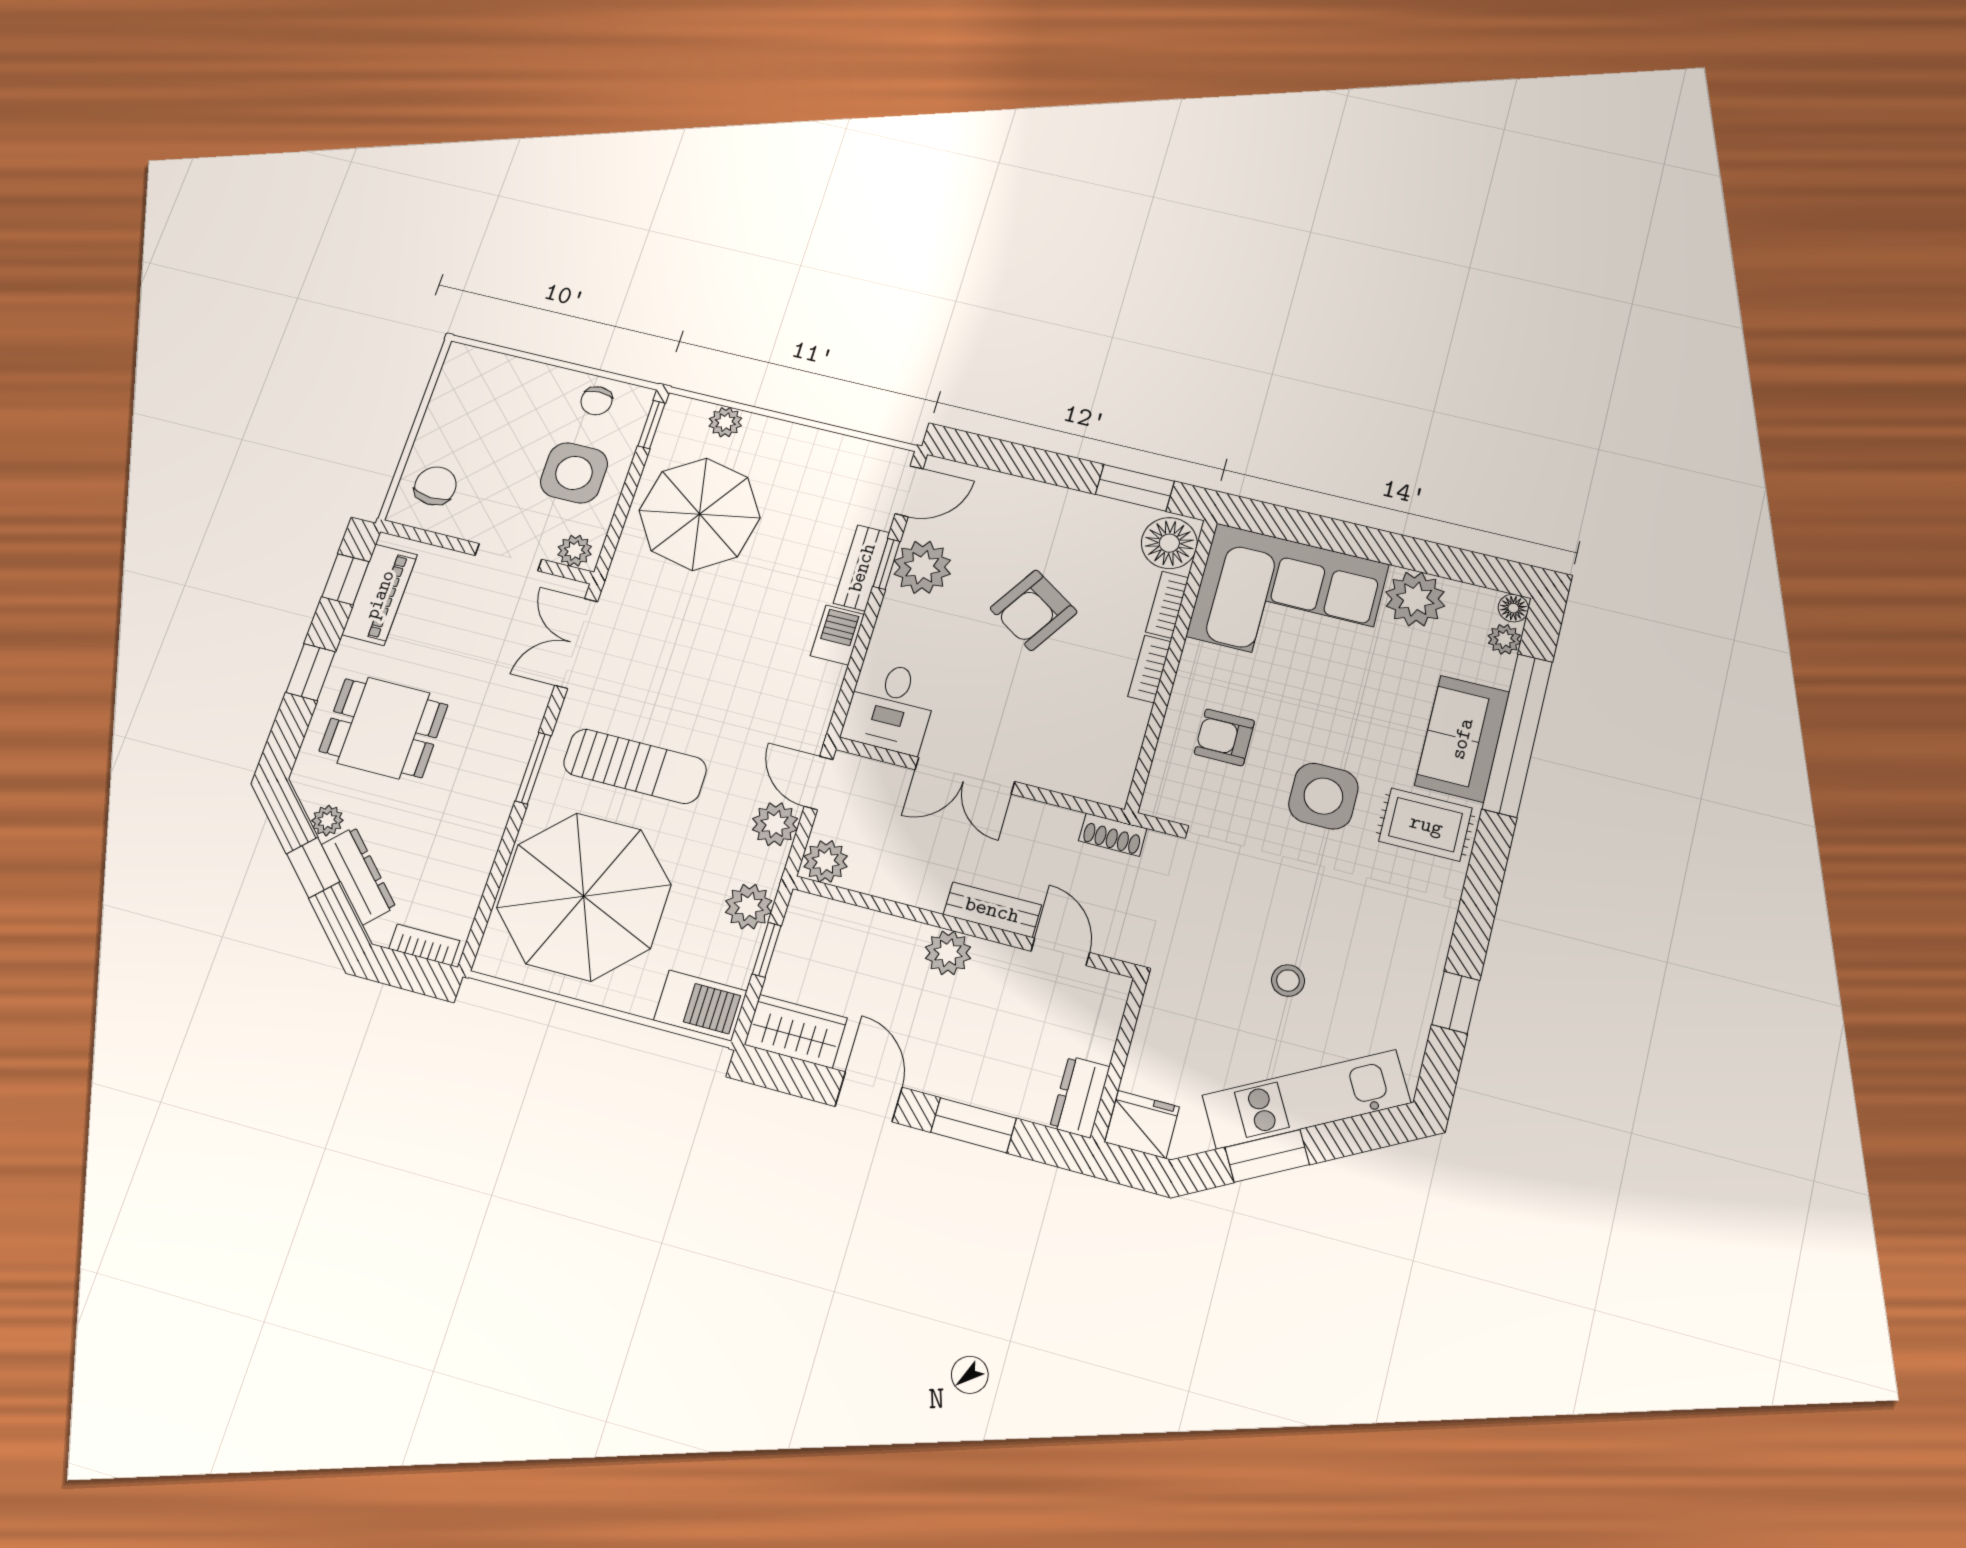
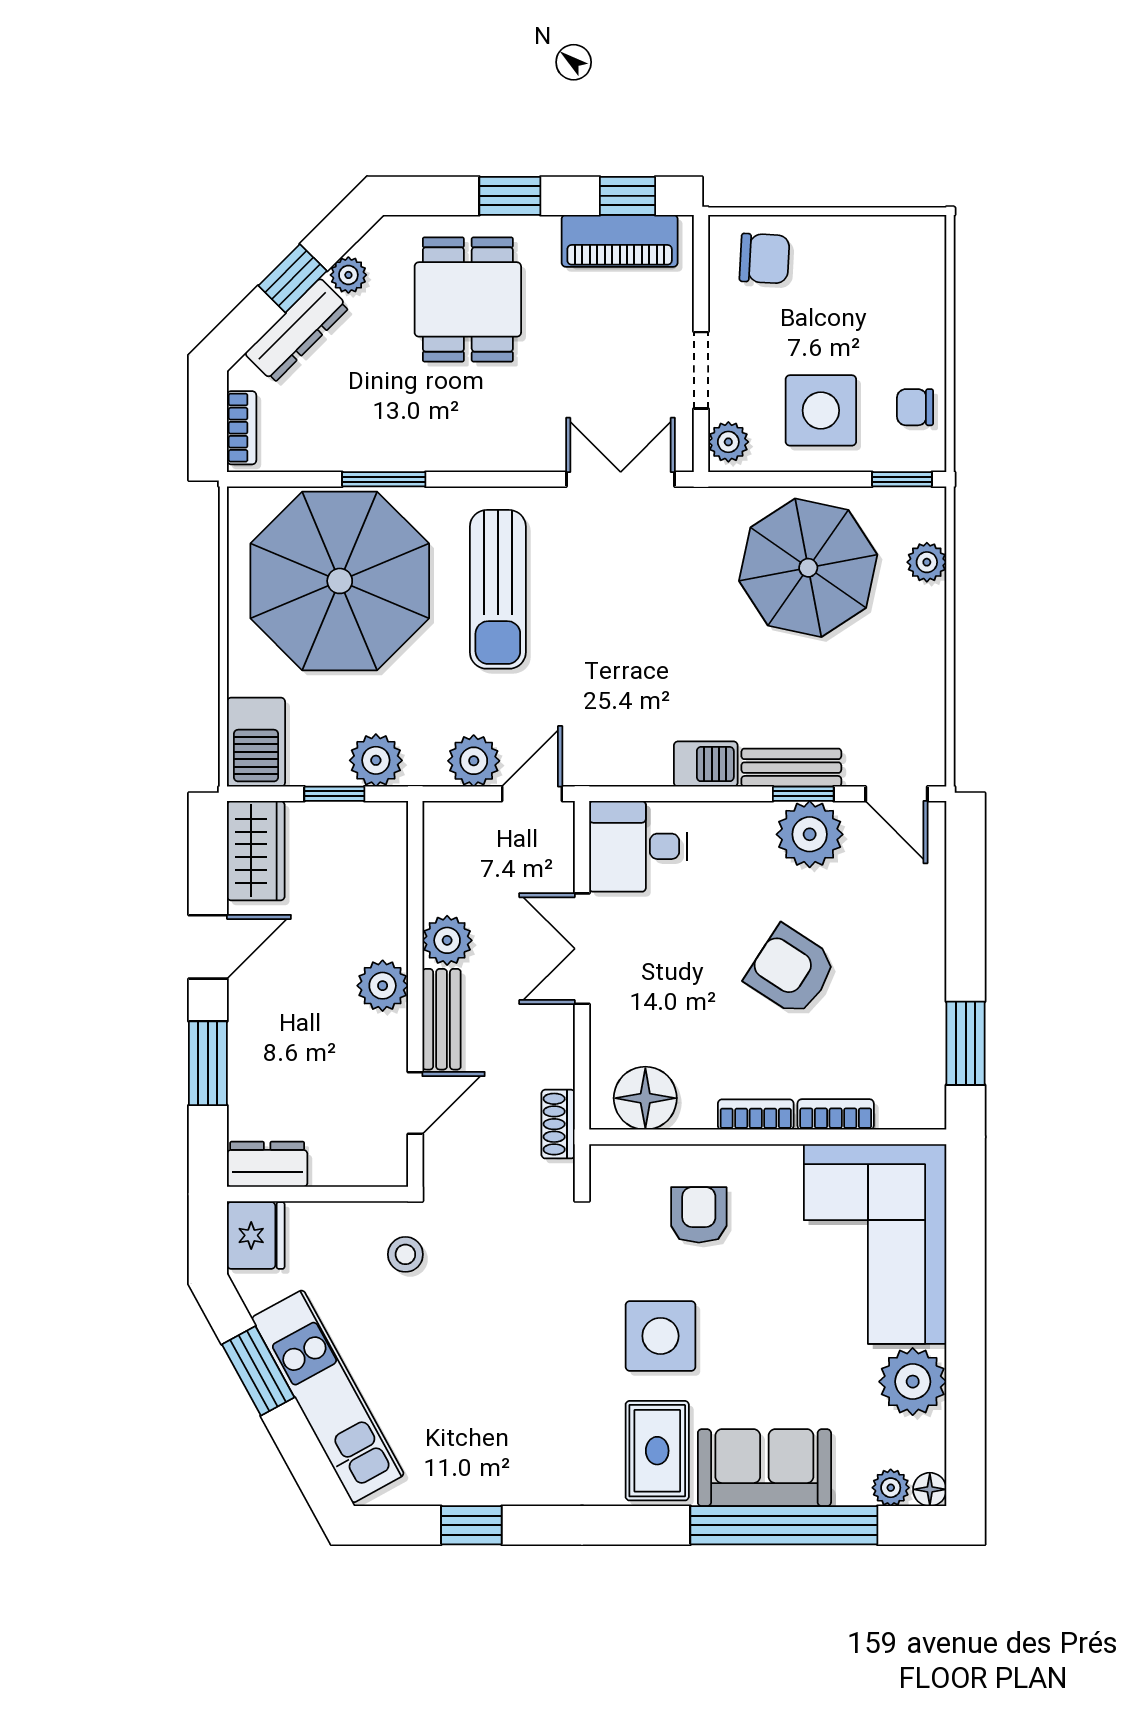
floor lamp: (1169, 543) -> (645, 1098), moved
window: (533, 768) -> (384, 479), moved
plant: (826, 861) -> (447, 940), moved
stool: (1288, 981) -> (405, 1254), moved

